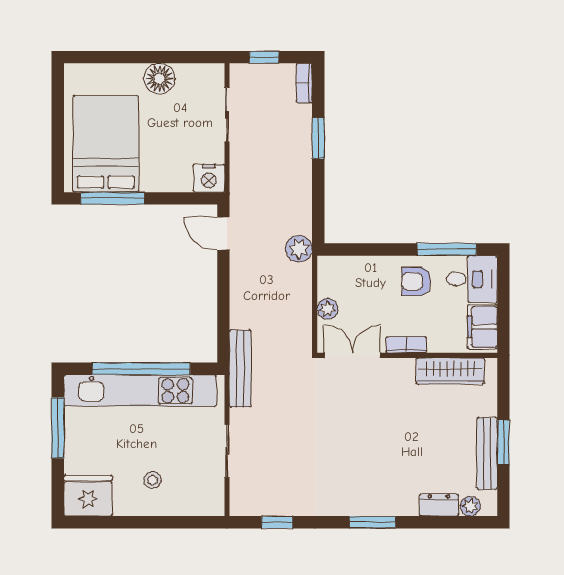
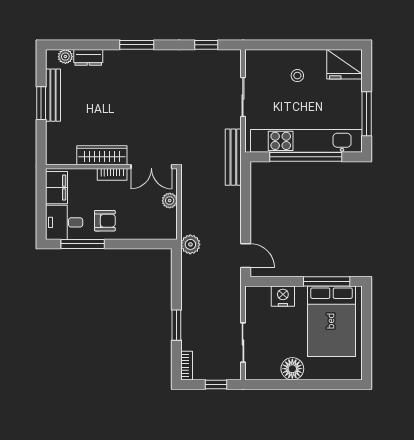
nightstand: (209, 178) -> (283, 296), moved
wardrobe: (450, 371) -> (102, 155), moved

